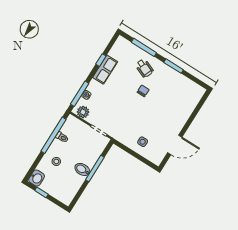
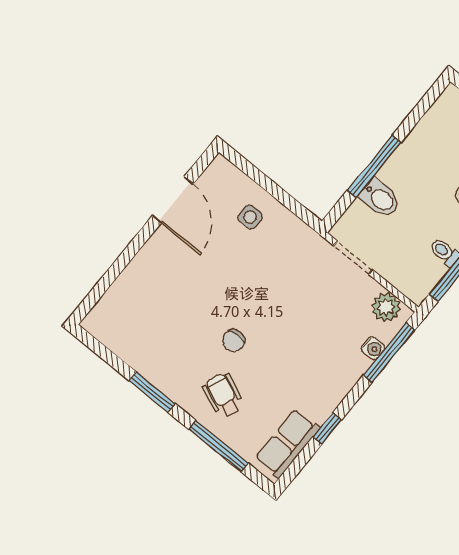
row of seats: (105, 70) -> (287, 443), moved
door: (175, 145) -> (173, 200), swing flipped
bidet: (82, 169) -> (380, 198), moved

